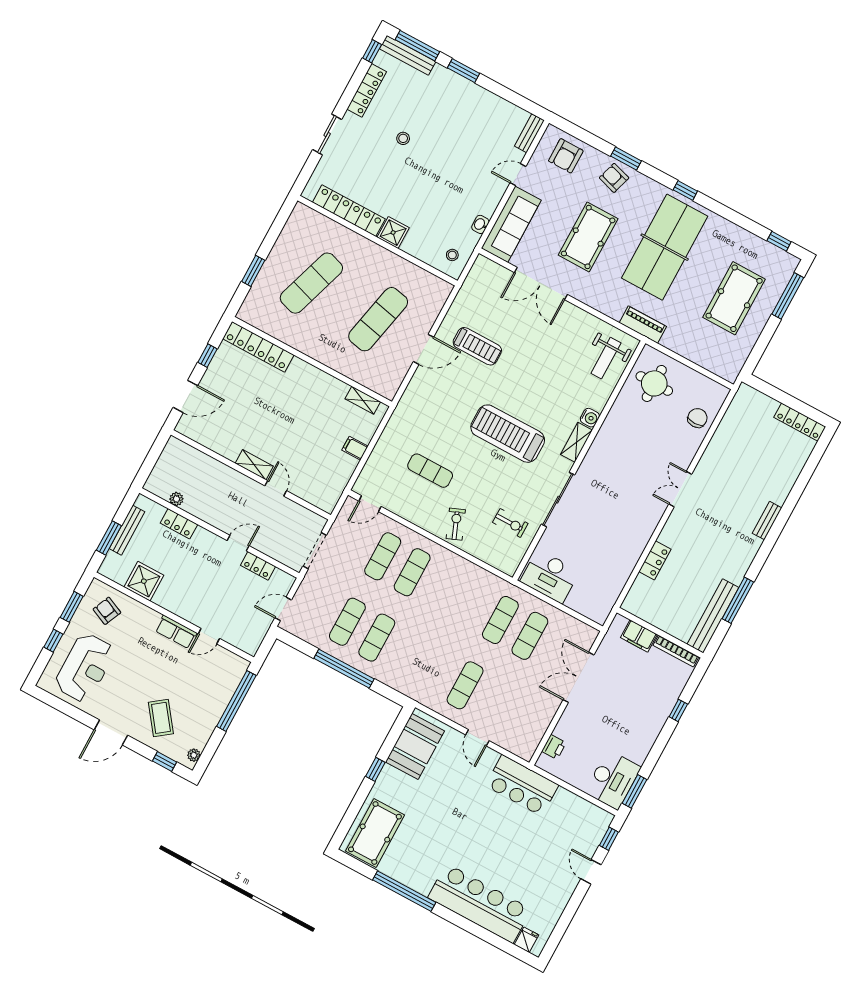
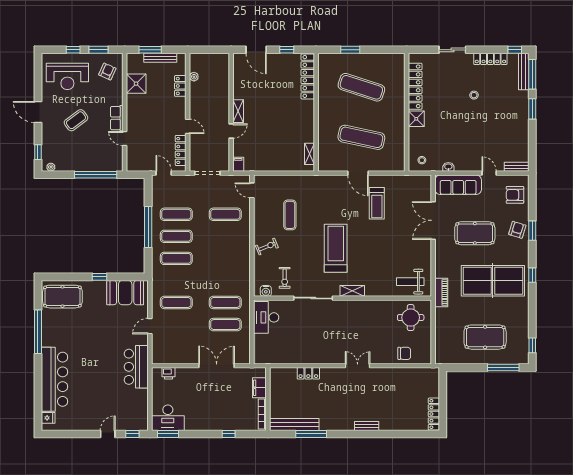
water cooler: (590, 418) -> (266, 291), moved
filing cabinet: (355, 448) -> (238, 164), moved
locker: (258, 566) -> (181, 150), width x1.53
exercise mat: (412, 572) -> (176, 258), moved
coffee table: (161, 718) -> (76, 120), moved

